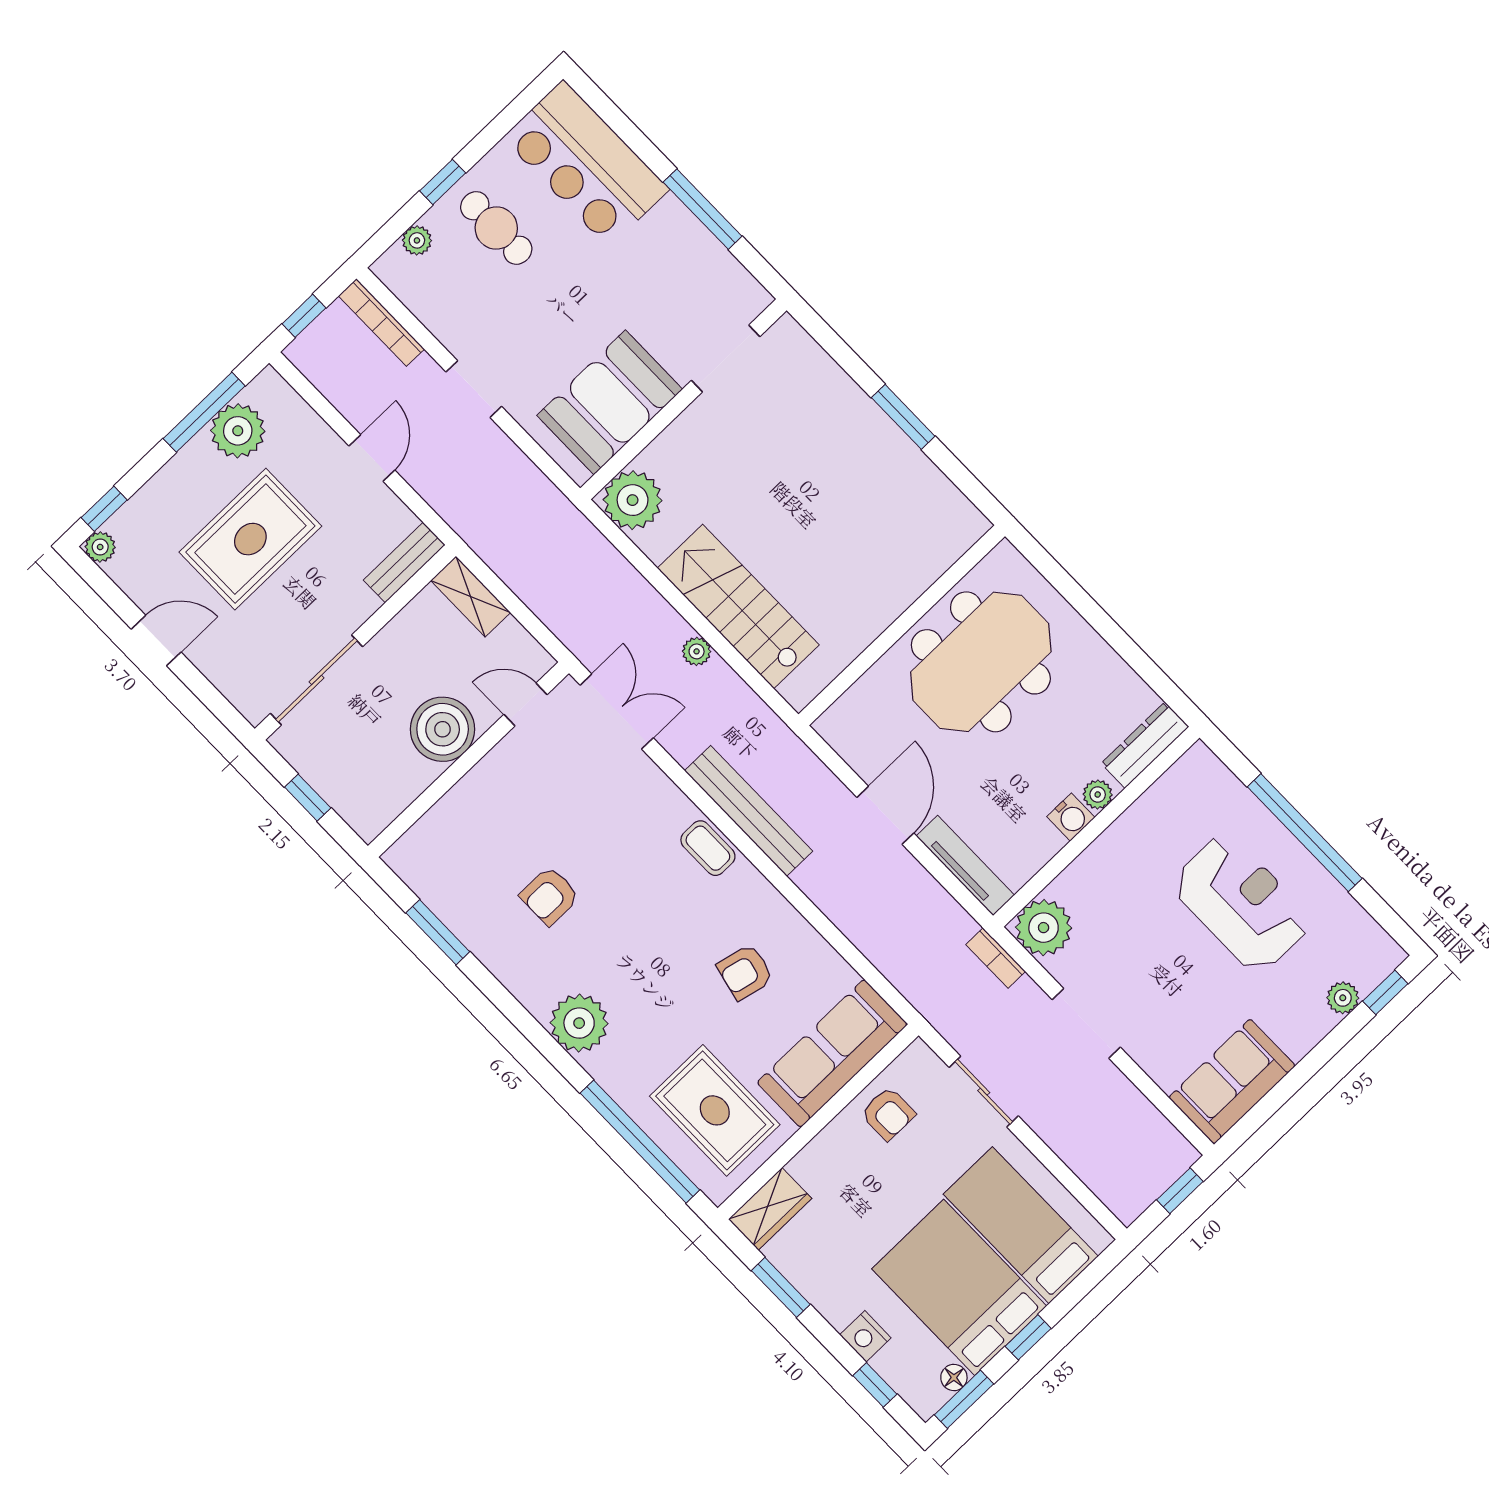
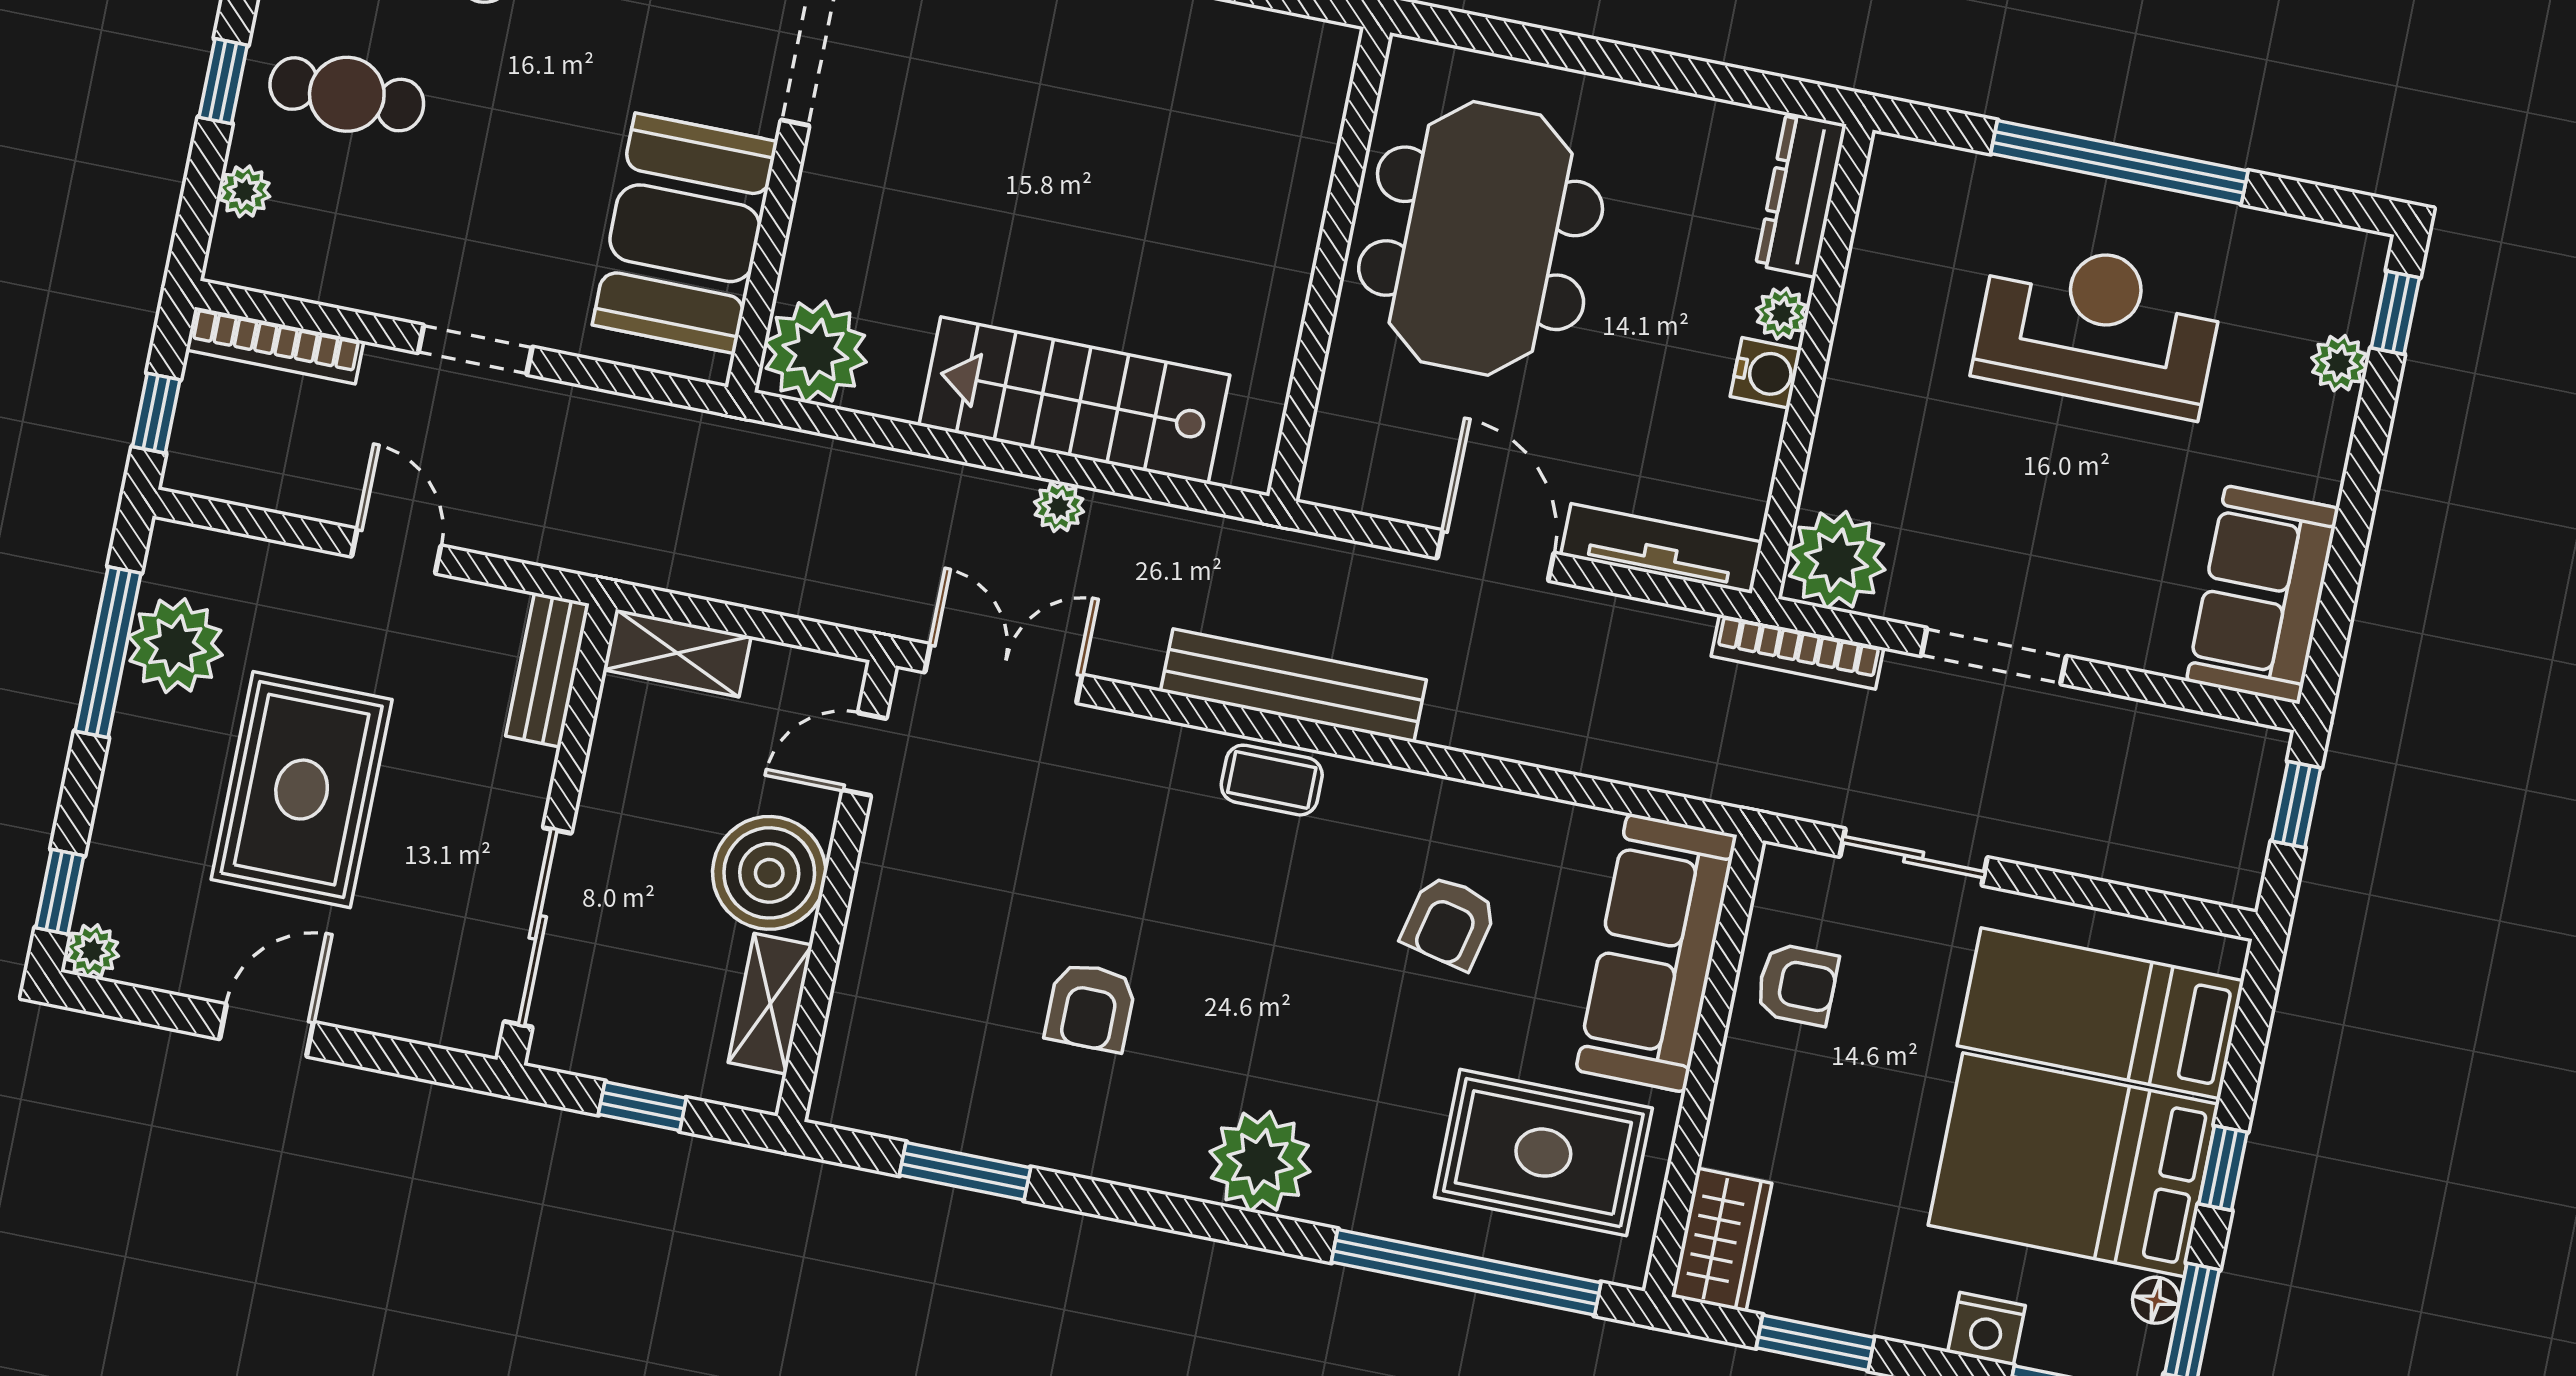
shelving: (401, 791) -> (770, 1004), added
bookcase: (996, 958) -> (1797, 652), width x1.56

